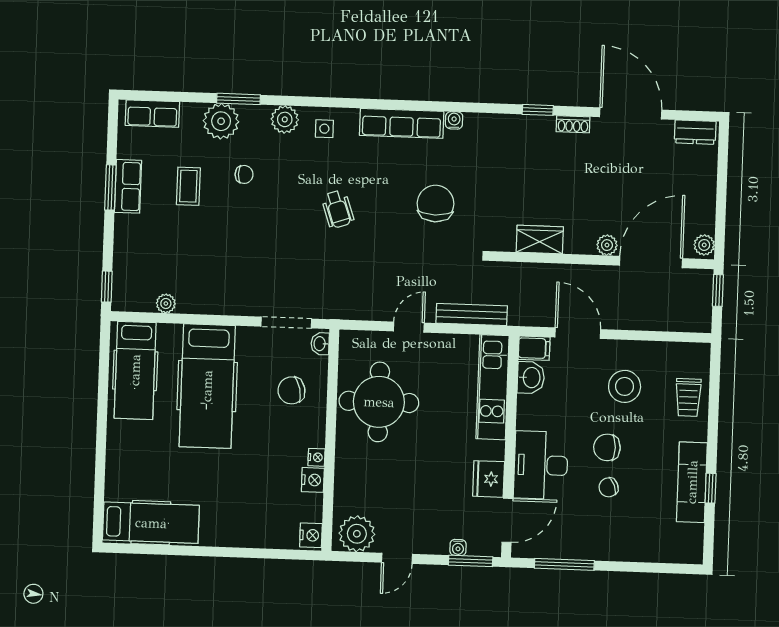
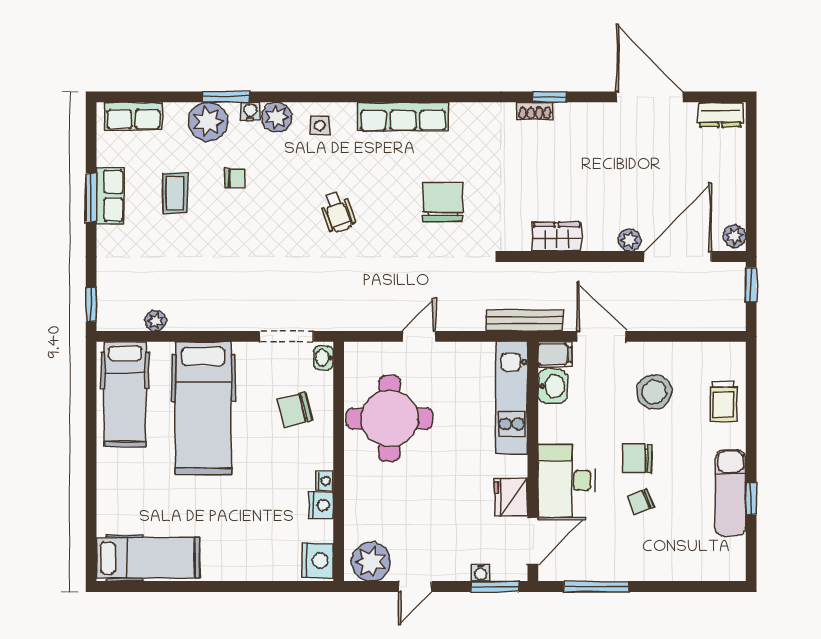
water cooler: (454, 120) -> (250, 111), moved
shoe rack: (573, 124) -> (535, 111), moved
bench: (472, 314) -> (524, 320), moved
nightstand: (311, 535) -> (318, 560), width x1.36, depth x1.33

